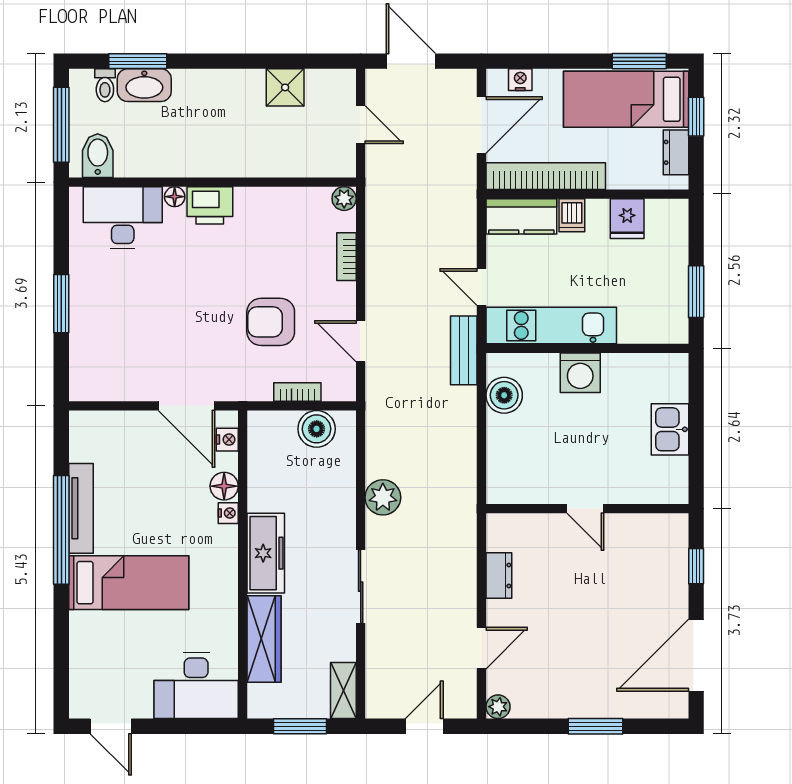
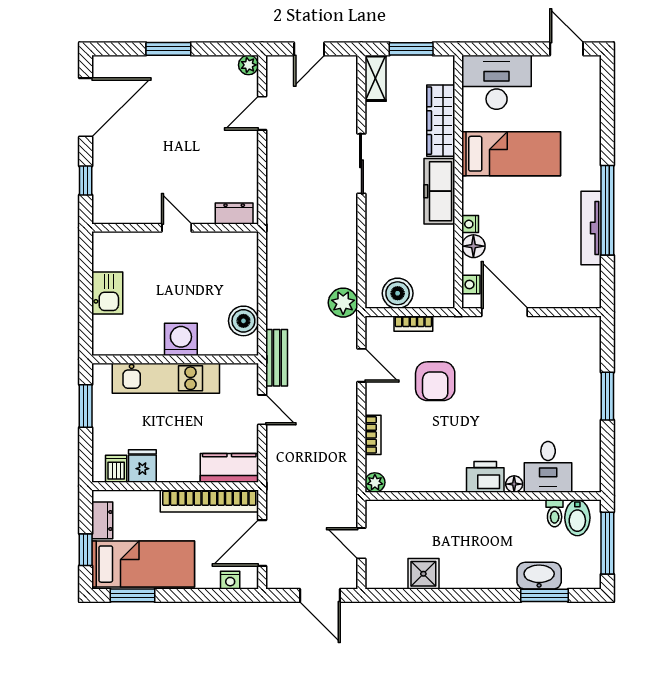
toilet: (105, 85) -> (555, 513), moved, turned 180
dishwasher: (572, 215) -> (116, 469), moved
desk: (123, 218) -> (548, 467), width x0.73
armchair: (271, 322) -> (435, 381), turned 90
kitchen unit: (551, 325) -> (166, 378), moved
plant: (383, 497) -> (343, 303), moved
dresser: (499, 576) -> (234, 213), moved, turned 90
bed: (129, 583) -> (511, 154), moved, turned 180

